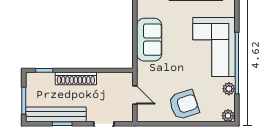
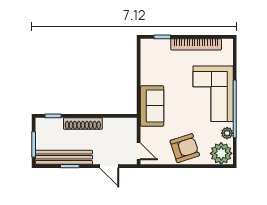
sofa: (149, 40) -> (152, 106), moved
door: (135, 95) -> (139, 151), moved
plant: (228, 116) -> (221, 153), width x1.88, depth x1.88

